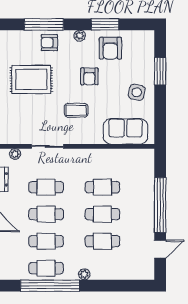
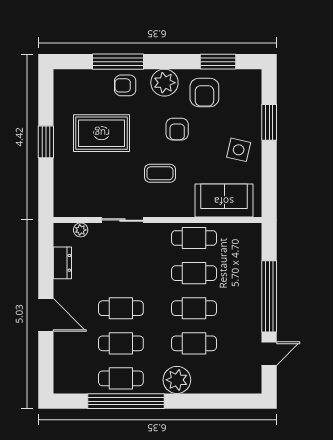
window: (105, 24) -> (218, 62), moved
plant: (80, 36) -> (164, 83), width x1.87, depth x1.87
cafe table: (46, 187) -> (194, 238), moved
plant: (84, 274) -> (177, 380), width x1.87, depth x1.87

